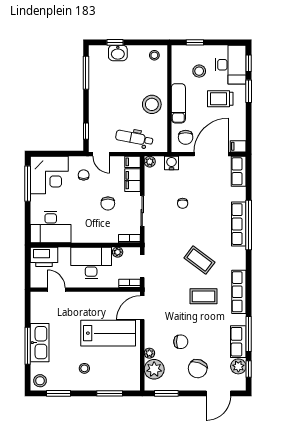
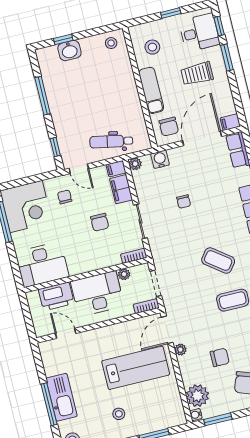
window: (195, 42) -> (171, 13), moved
desk: (231, 65) -> (199, 33), width x0.73
stool: (199, 71) -> (152, 47), moved
window: (86, 73) -> (43, 96), moved
stool: (152, 104) -> (122, 99), removed
printer: (44, 257) -> (56, 296), moved
plant: (149, 353) -> (180, 350), moved
water cooler: (149, 385) -> (196, 415), added

